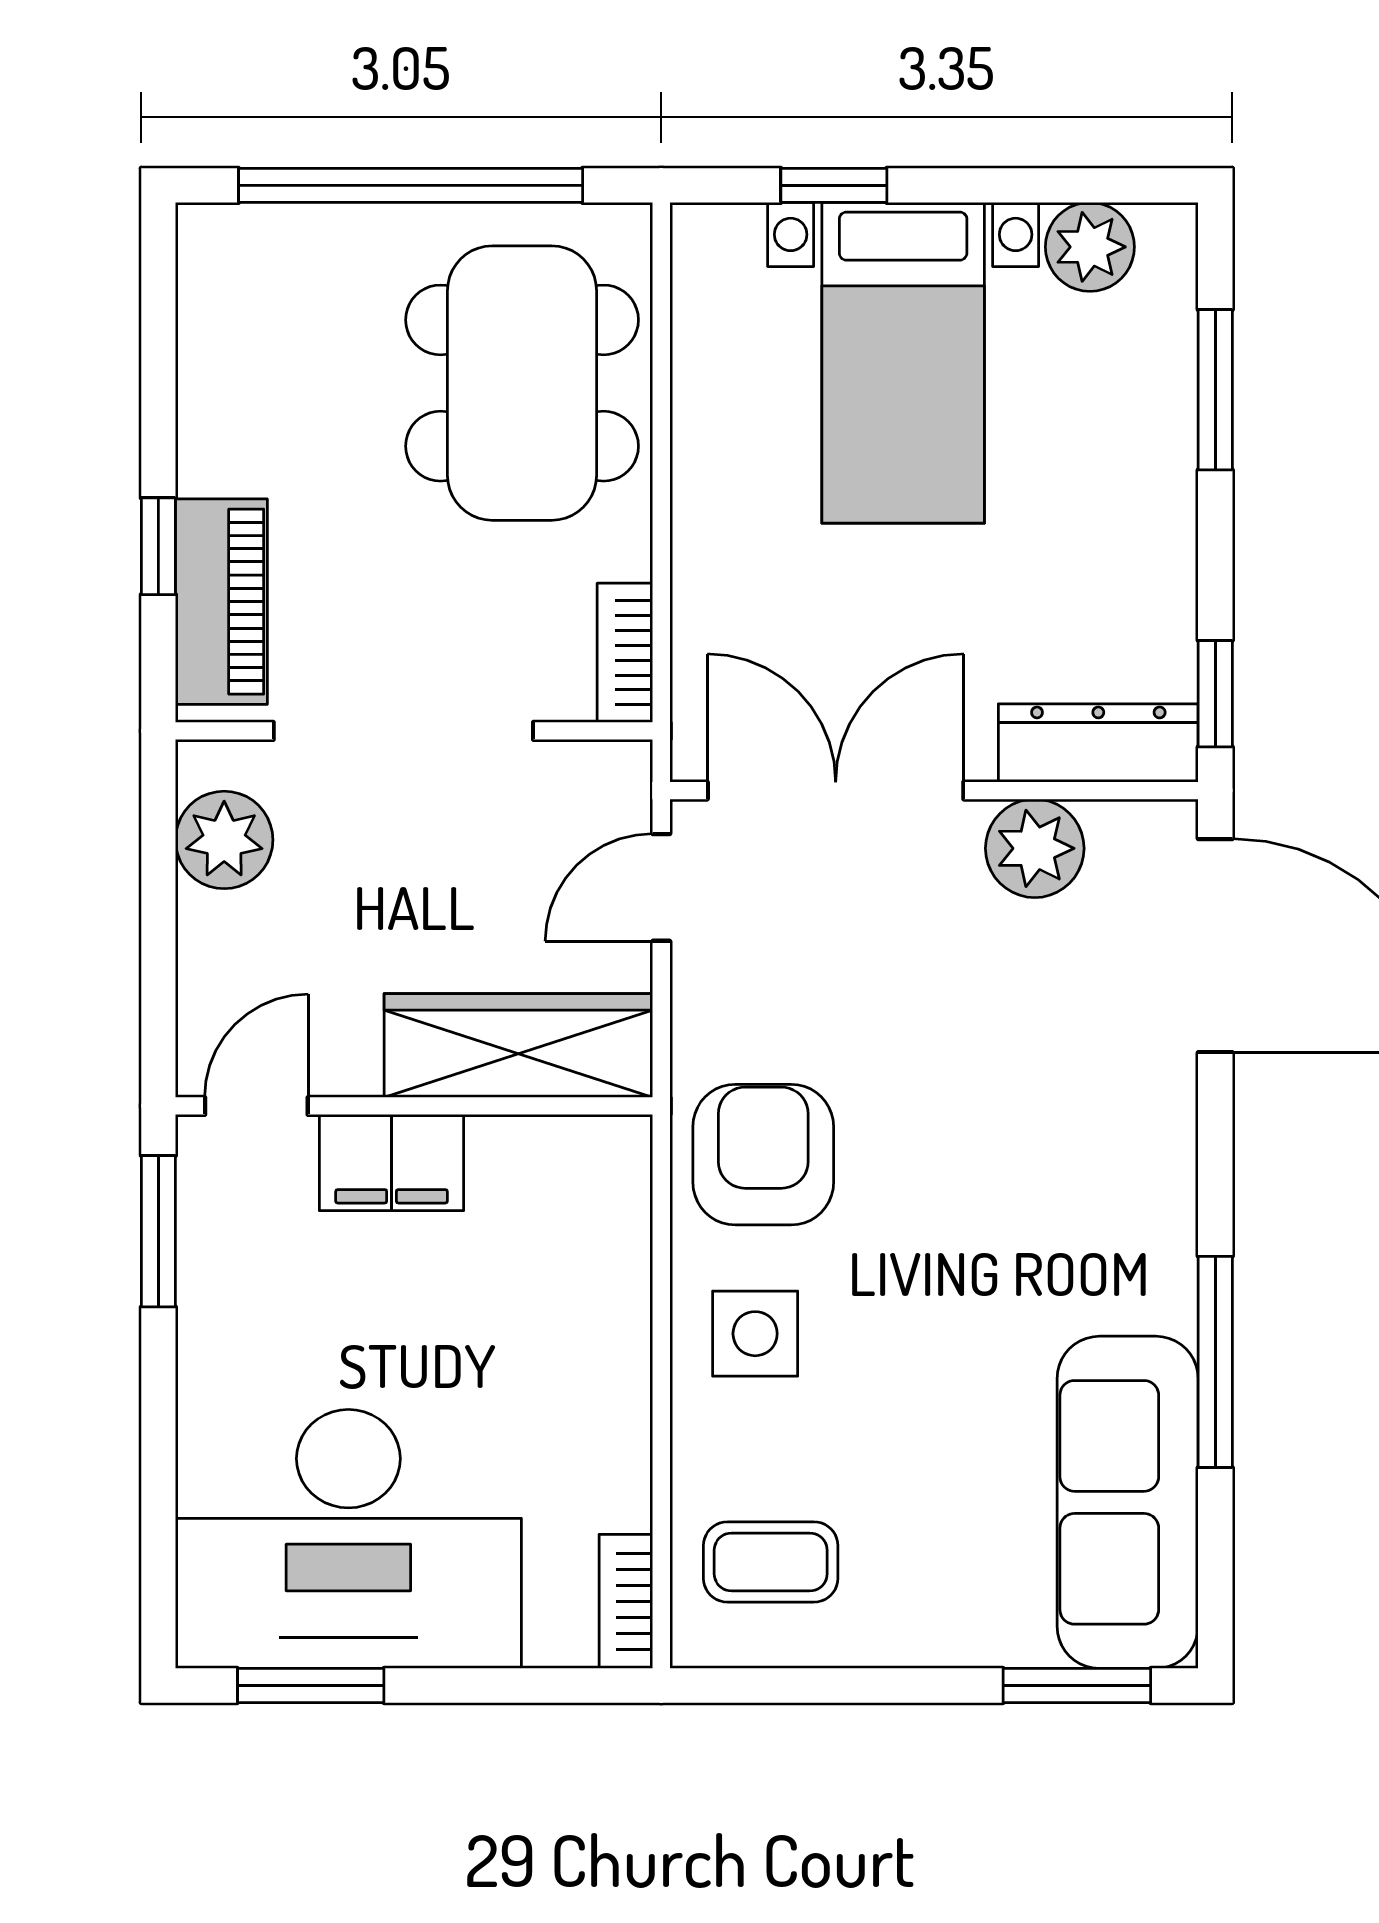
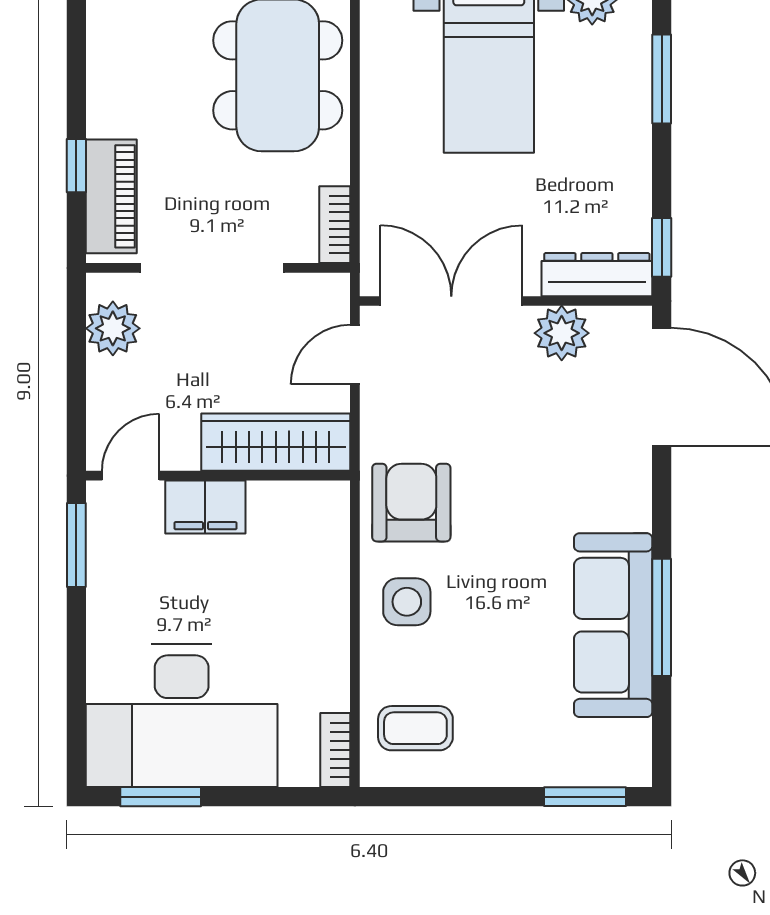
sofa: (1128, 1502) -> (613, 625), moved

